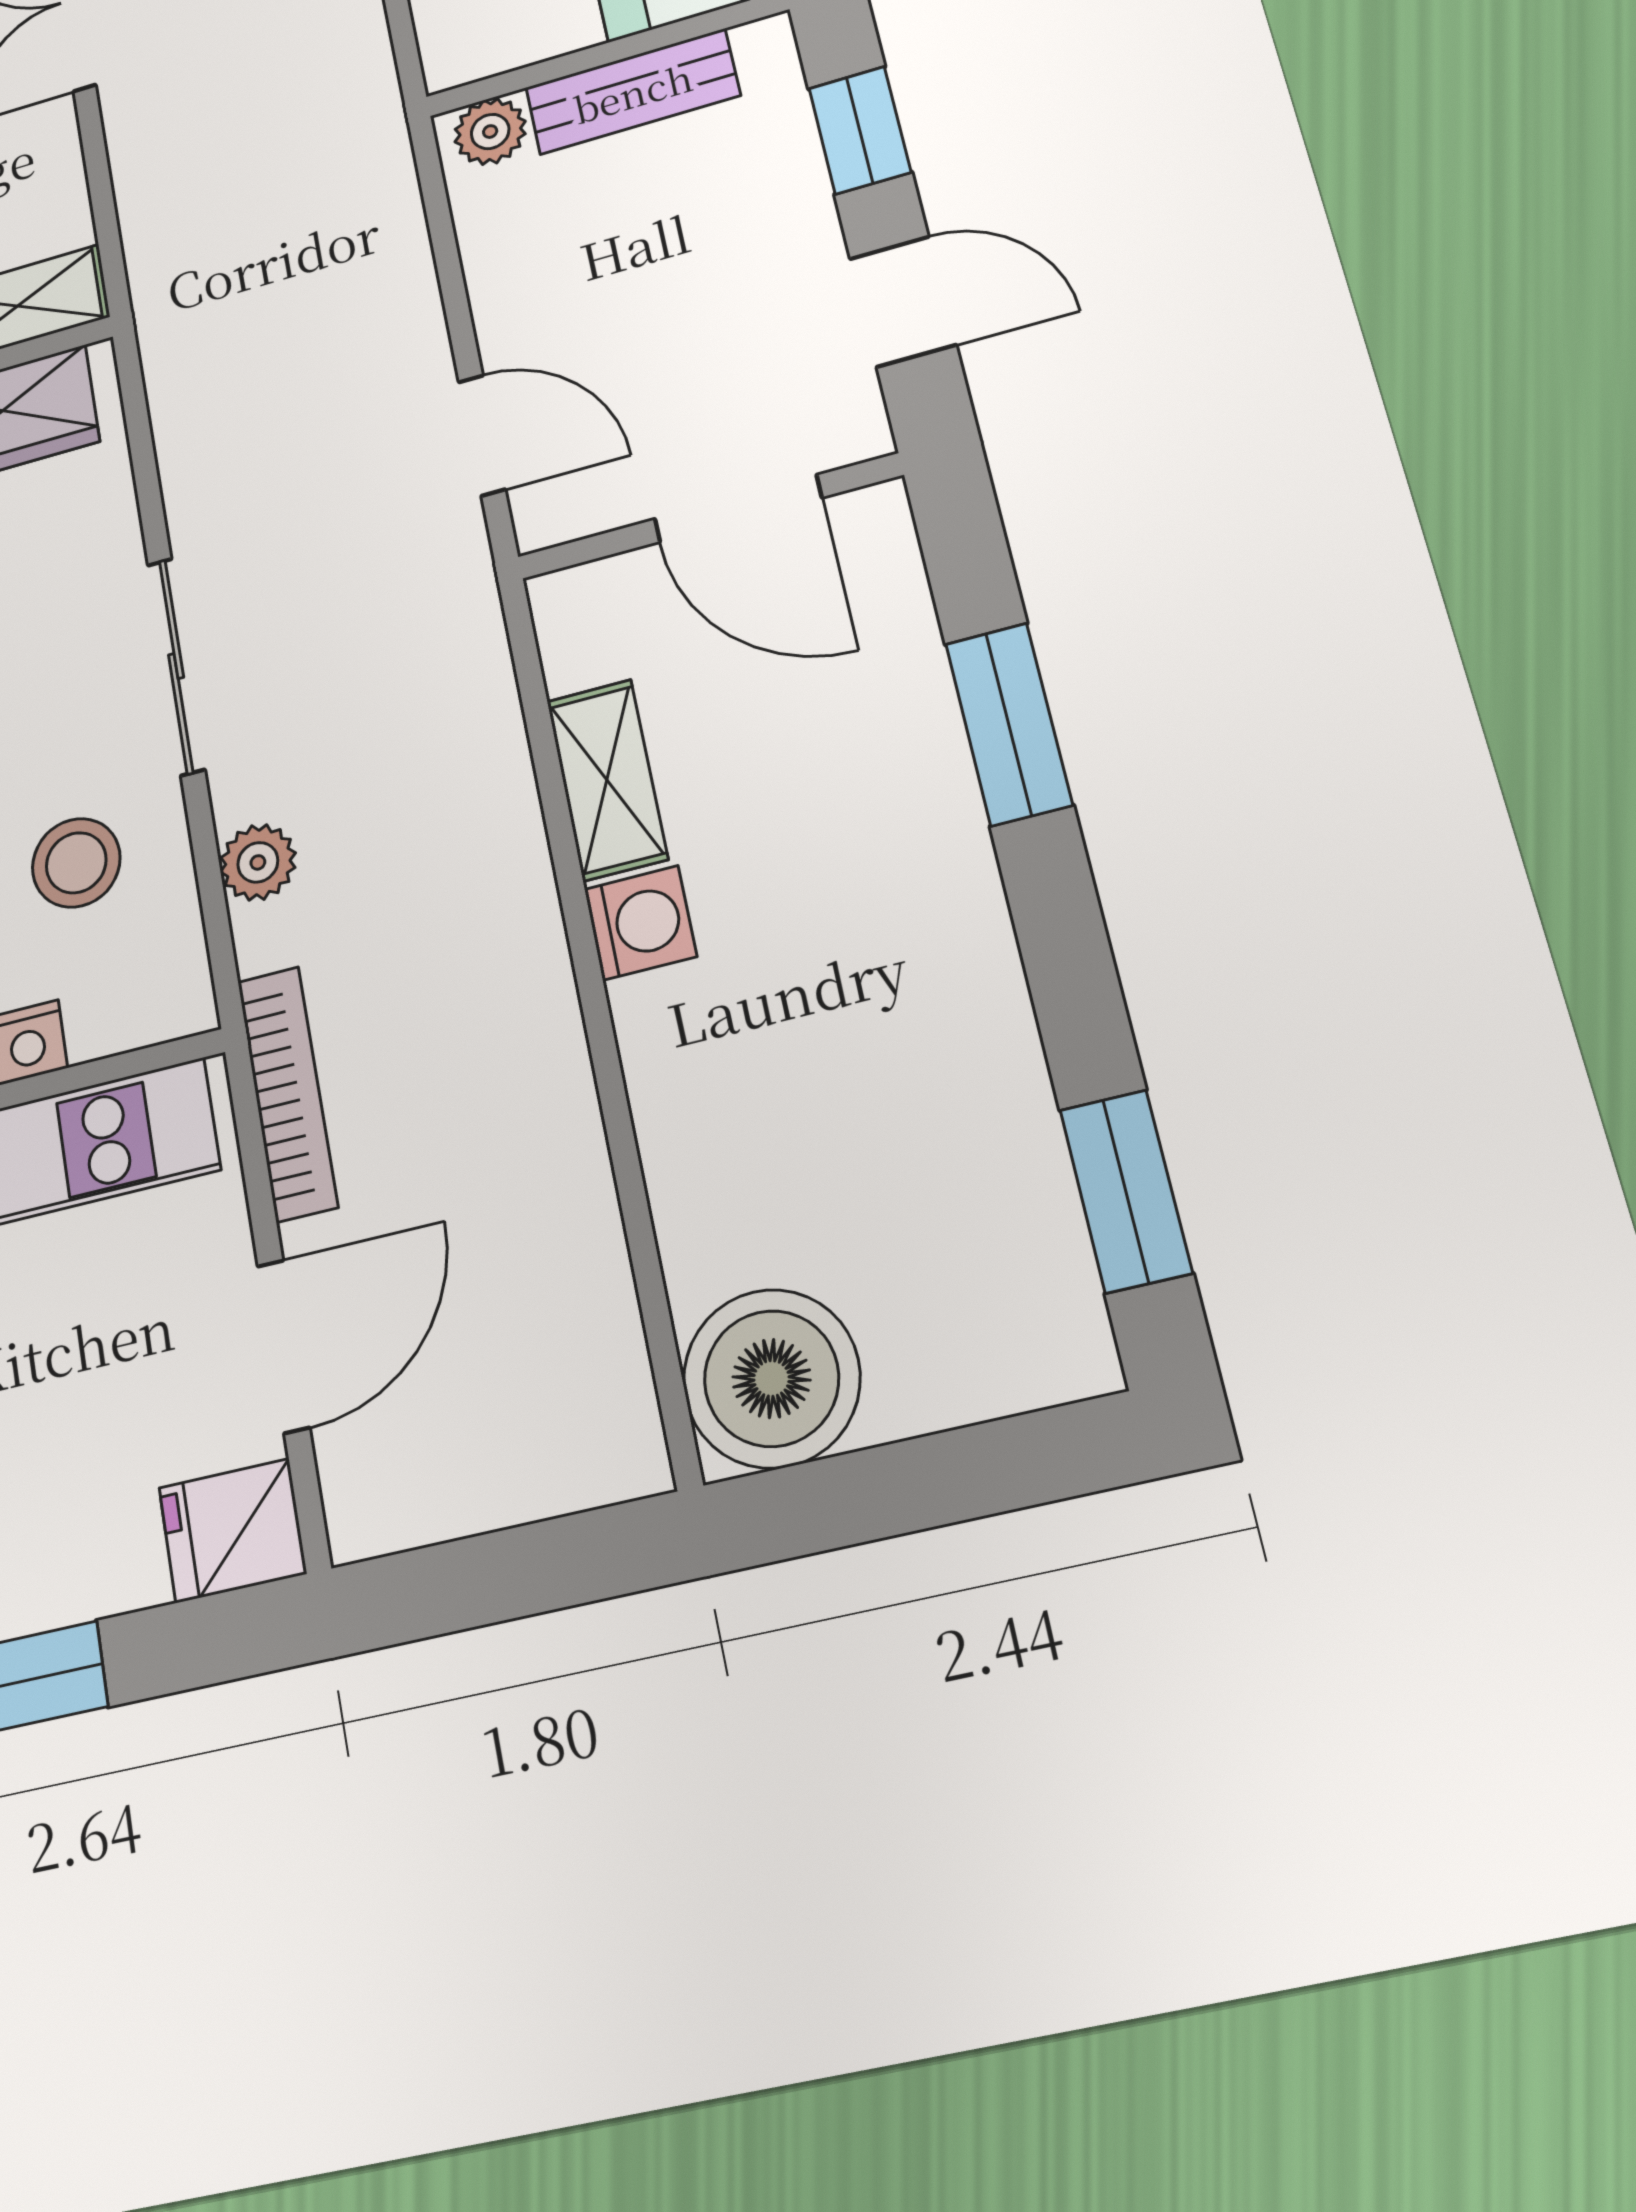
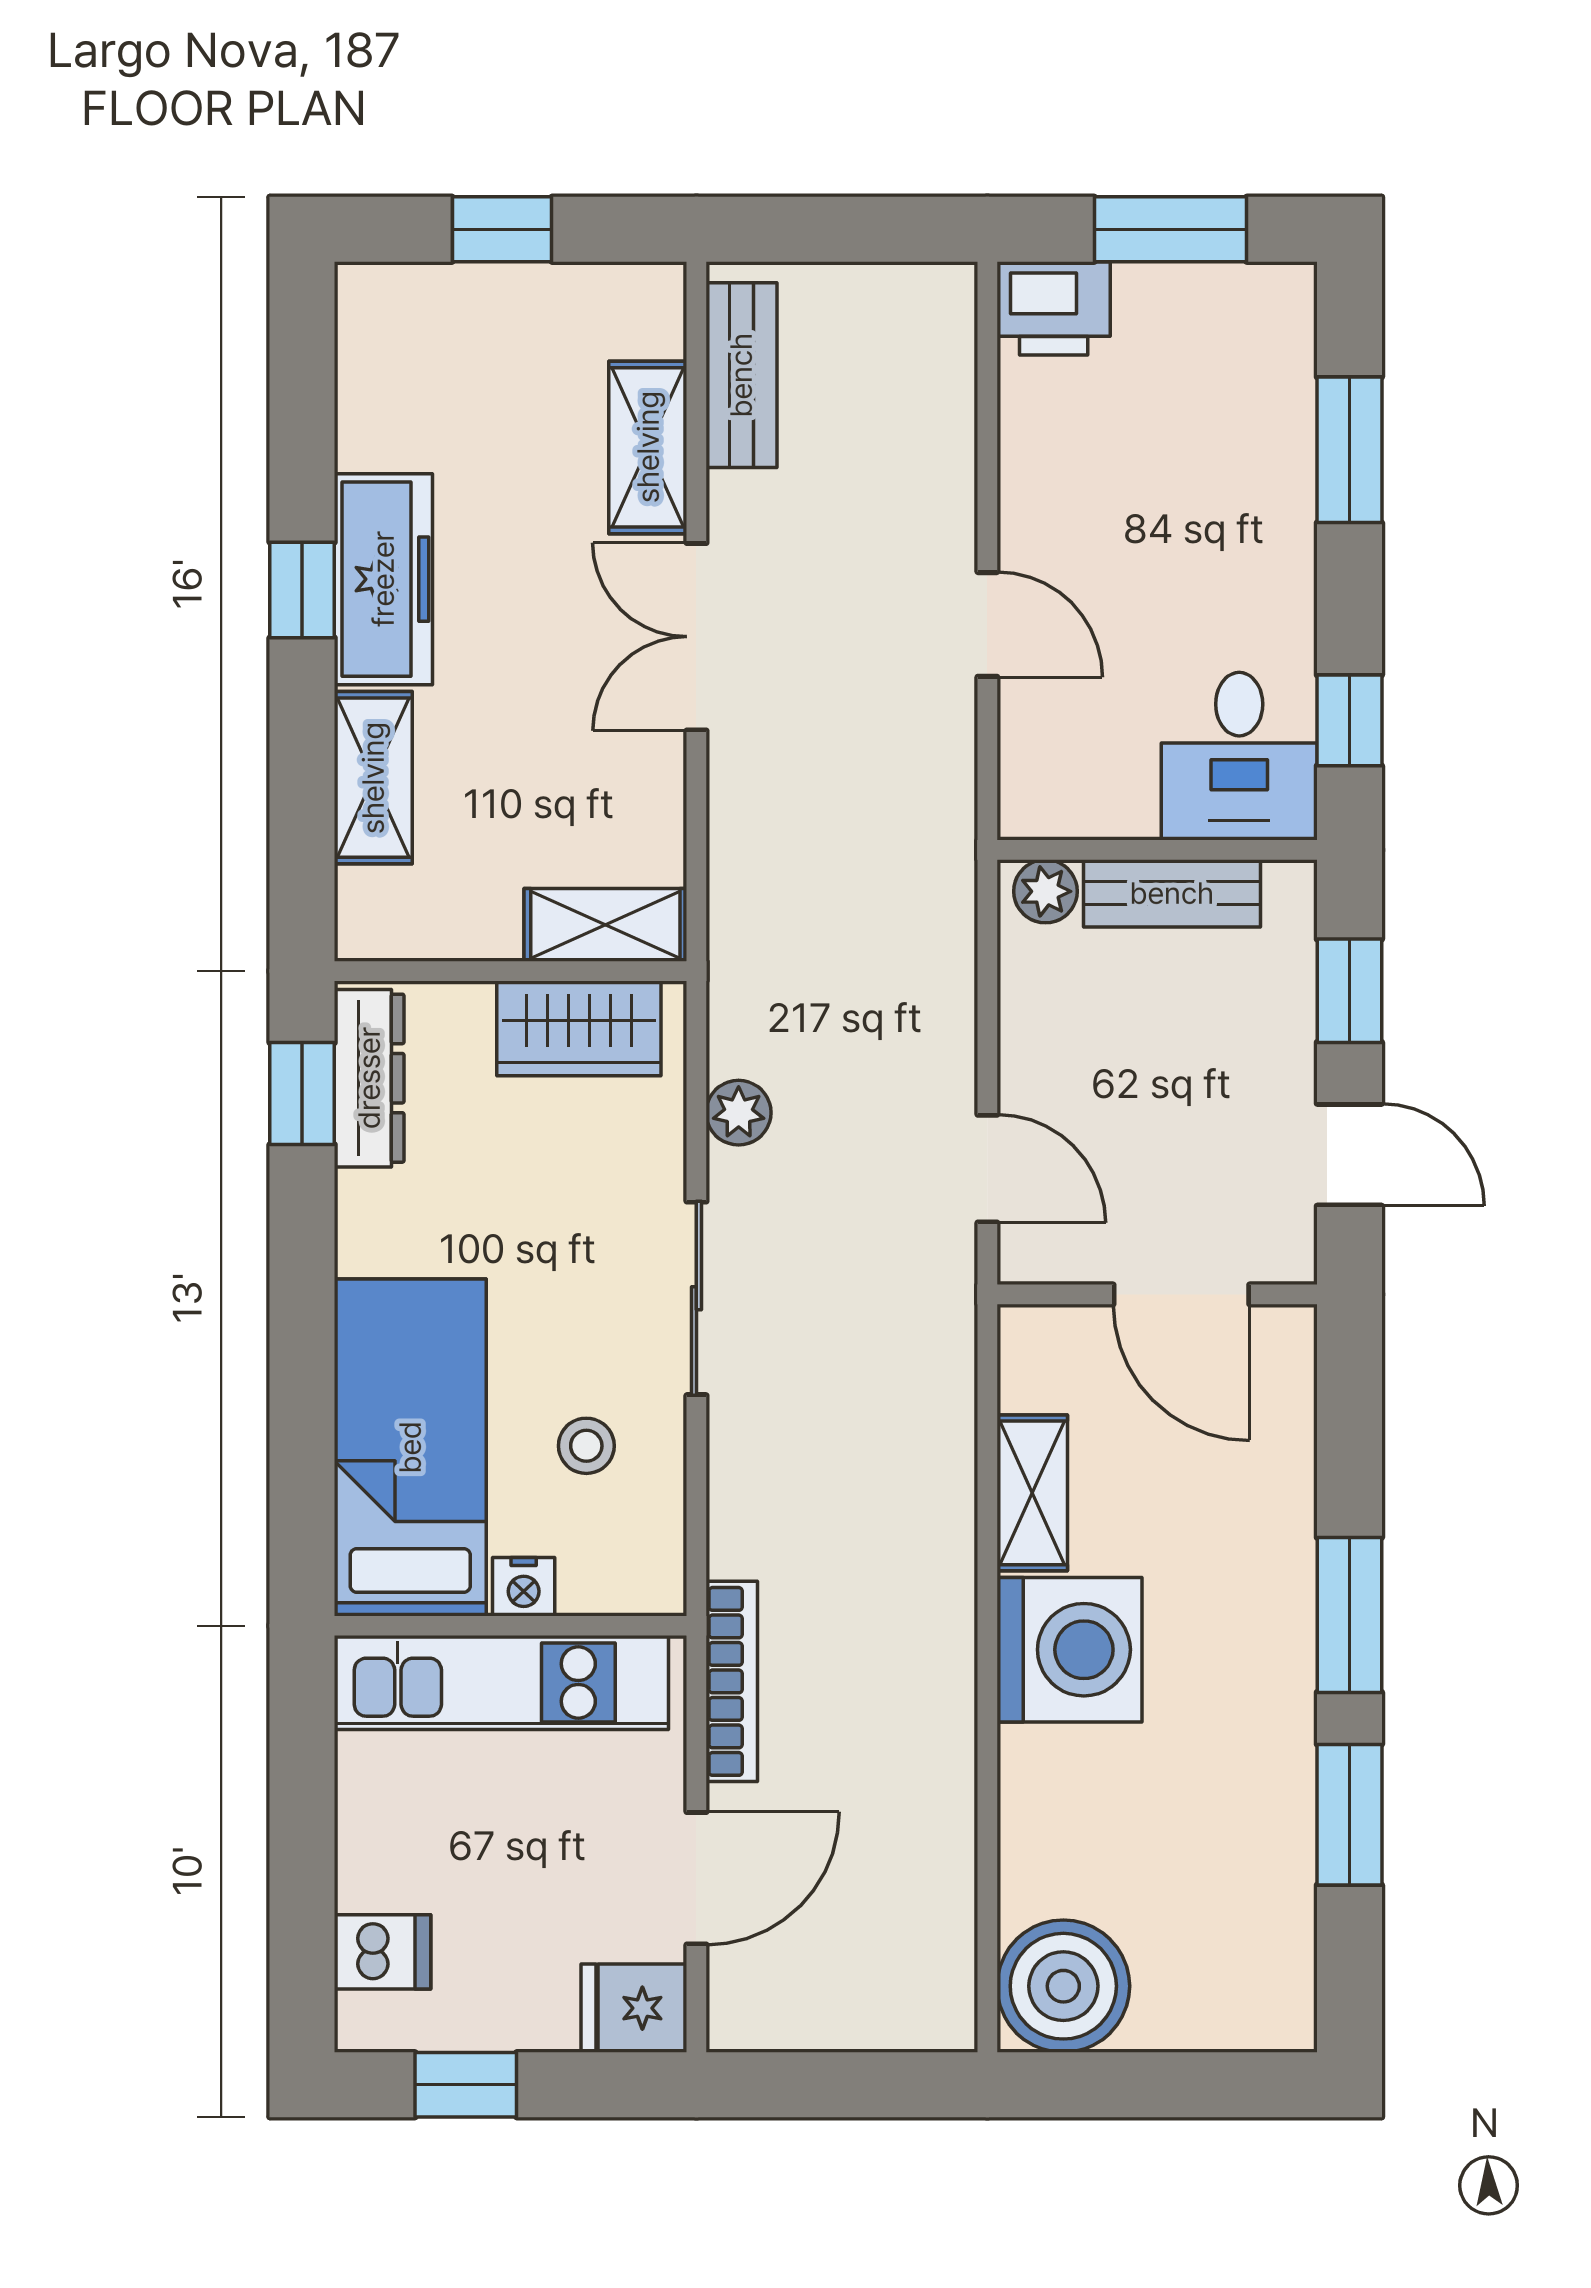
window: (1009, 724) -> (1349, 1615), moved
plant: (258, 862) -> (739, 1113), moved
stool: (76, 863) -> (586, 1446), width x0.73, depth x0.73
washing machine: (640, 923) -> (1069, 1650), width x1.89, depth x1.89
window: (1126, 1191) -> (1349, 1815), moved

